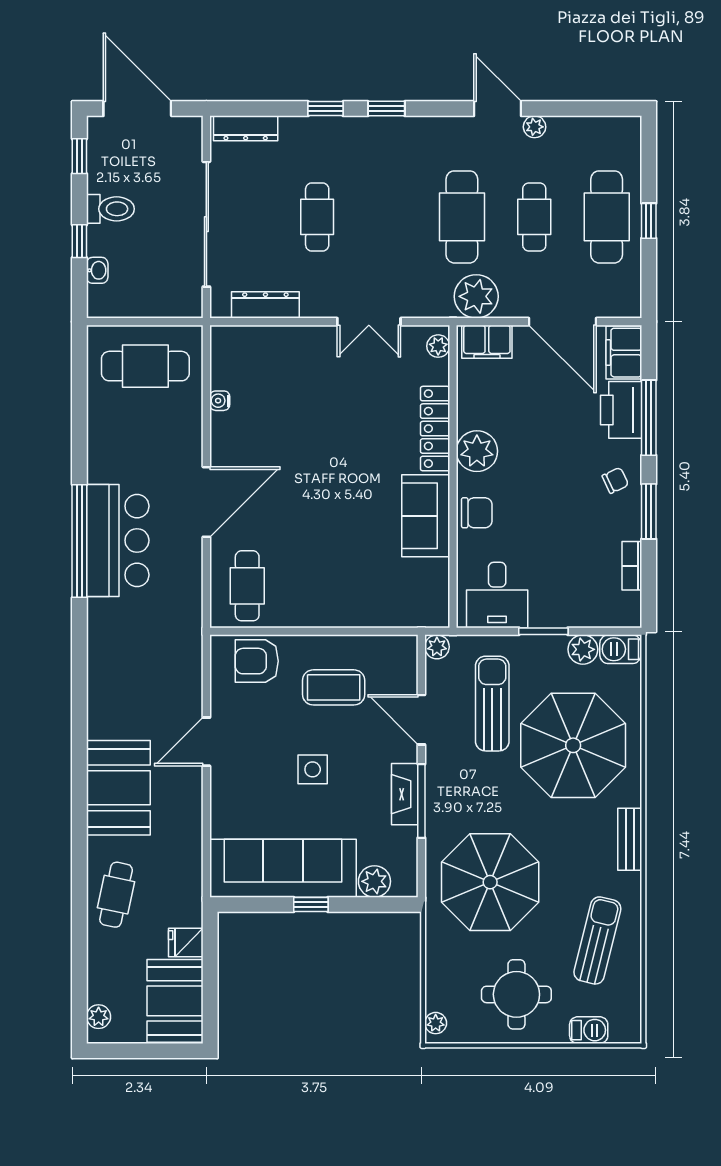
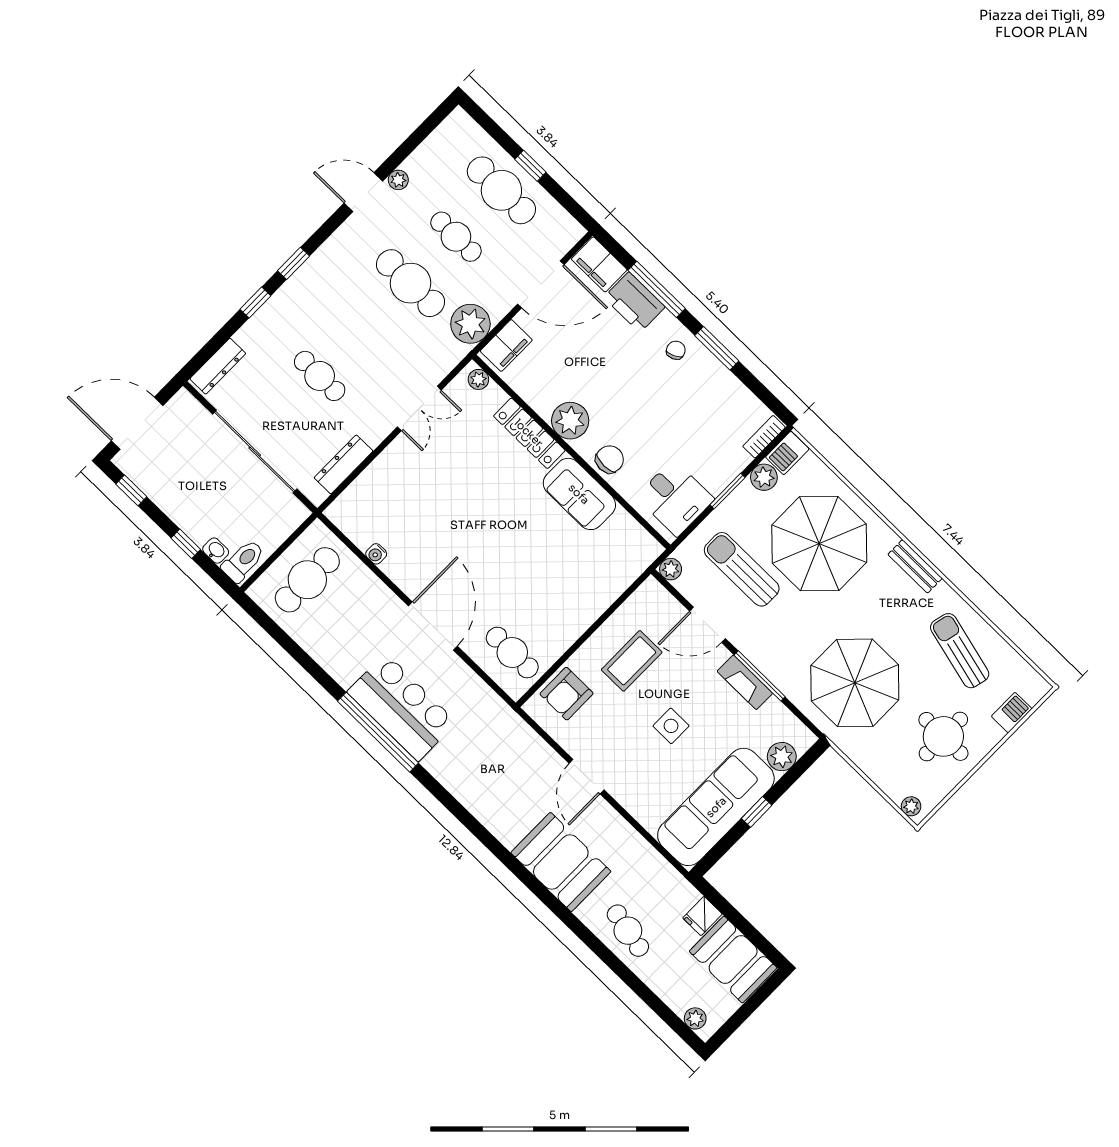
toilet: (110, 209) -> (243, 561), moved
bookcase: (632, 566) -> (764, 437), moved, turned 90

